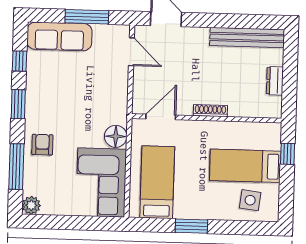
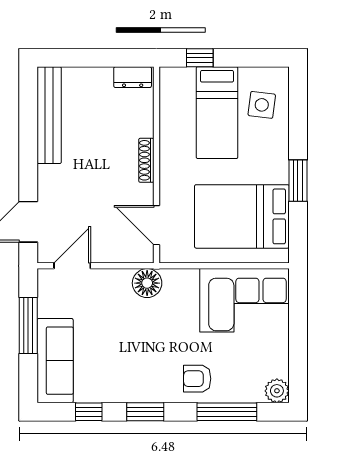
dresser: (275, 81) -> (133, 77), moved
floor lamp: (116, 136) -> (147, 283), moved
bed: (157, 182) -> (242, 216), width x1.50

